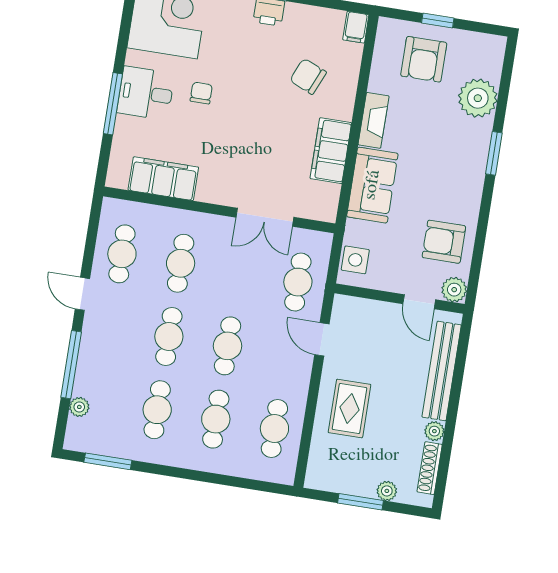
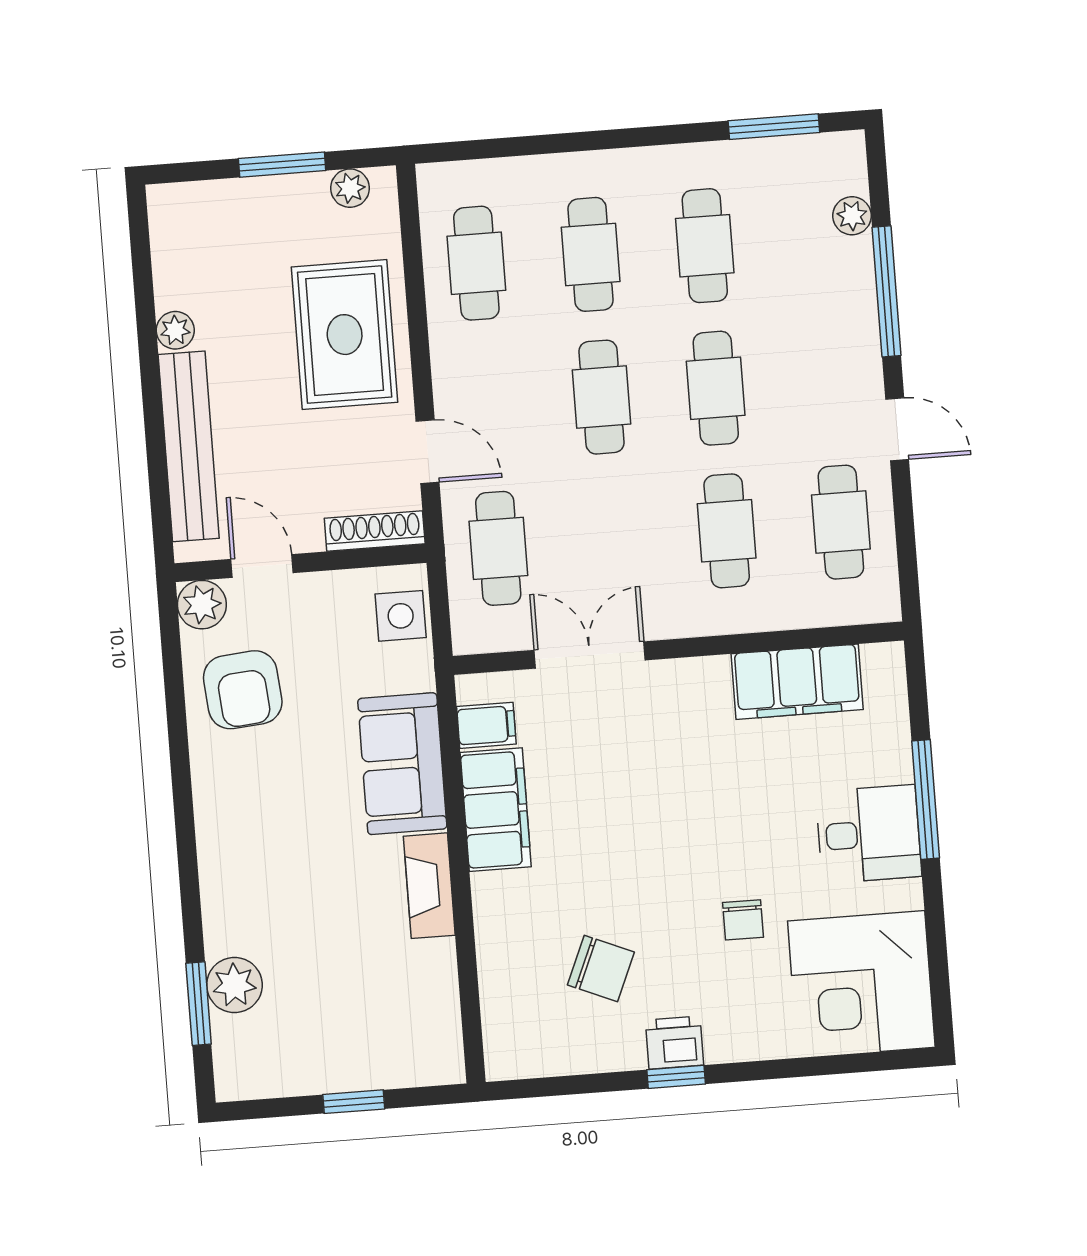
filing cabinet: (356, 27) -> (486, 725), moved, turned 90
armchair: (424, 59) -> (363, 1023), removed
chair: (308, 76) -> (601, 969), moved
chair: (201, 93) -> (743, 920), moved
plant: (478, 98) -> (234, 985), width x0.73, depth x0.73
window: (494, 153) -> (199, 1004), moved
armchair: (444, 242) -> (243, 690), turned 85
rug: (350, 408) -> (345, 335), width x1.36, depth x1.43
shoe rack: (430, 468) -> (375, 531), moved, turned -90
plant: (387, 491) -> (350, 188), moved

